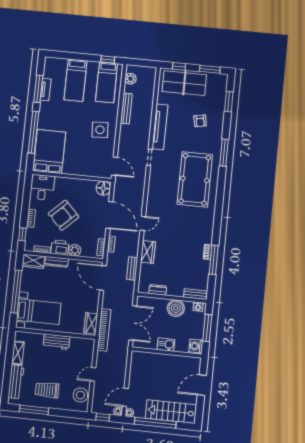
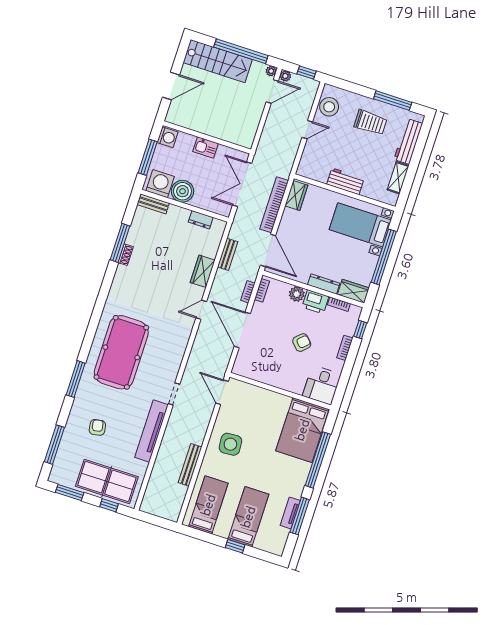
window: (108, 59) -> (235, 546), moved
plant: (130, 79) -> (176, 503), removed
window: (229, 102) -> (54, 445), width x1.44
floor lamp: (103, 188) -> (242, 367), removed
armchair: (64, 215) -> (302, 343), width x0.53, depth x0.53
washing machine: (198, 307) -> (160, 184), width x1.89, depth x1.89
bookcase: (104, 330) -> (274, 205), moved

